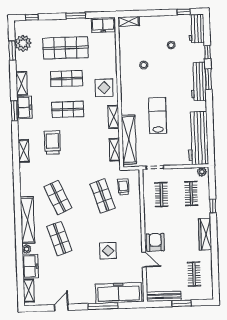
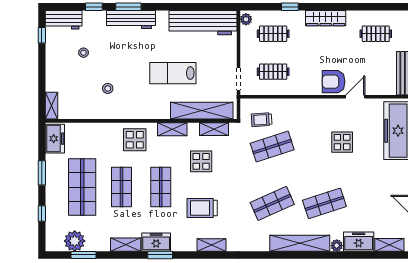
window: (32, 17) -> (42, 214), moved
display table: (89, 140) -> (201, 161), added

